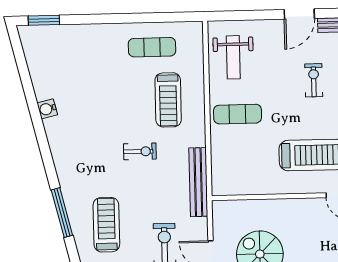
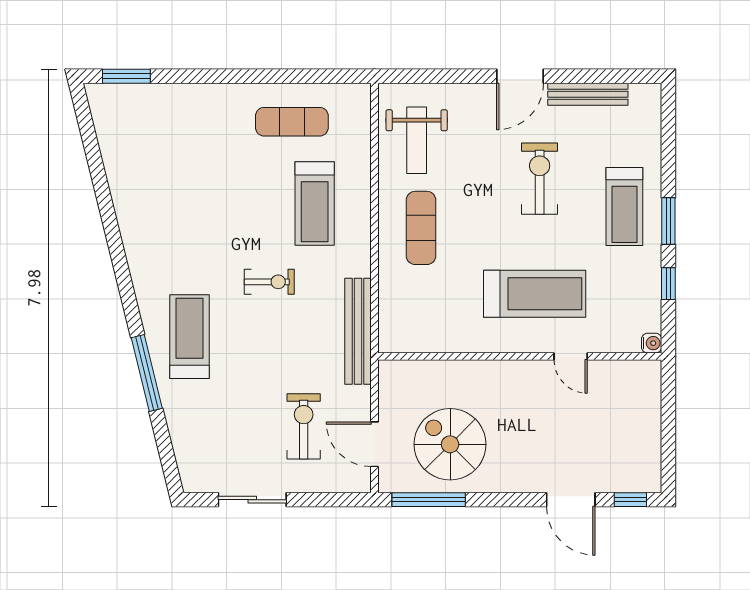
exercise bike: (314, 80) -> (540, 179), width x1.38, depth x1.39
water cooler: (47, 109) -> (128, 213), removed
exercise mat: (238, 114) -> (421, 228), turned 90
treadmill: (106, 225) -> (190, 337), moved

